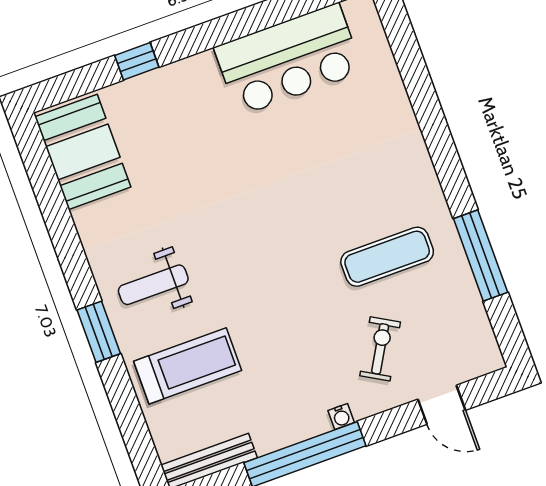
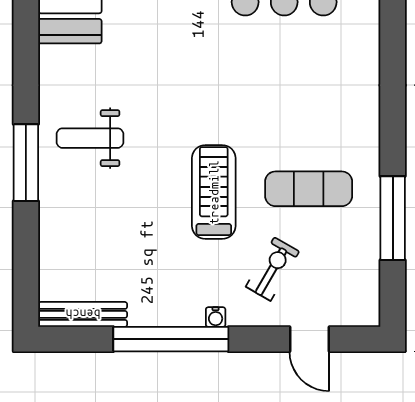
window: (99, 332) -> (26, 163), width x1.44
treadmill: (188, 366) -> (214, 192), moved, turned -90

